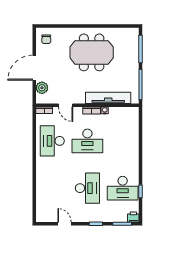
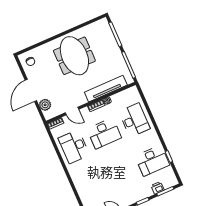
meeting table: (92, 52) -> (74, 56), turned 90
desk: (87, 188) -> (134, 120), moved
printer: (133, 217) -> (158, 188), moved

